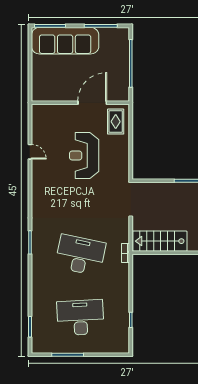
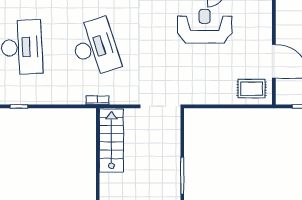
reception desk: (84, 155) -> (205, 26), moved
desk: (80, 255) -> (95, 47), turned -30

